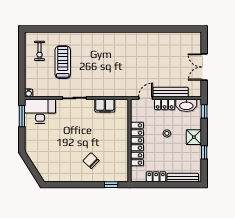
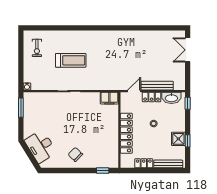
treadmill: (63, 62) -> (71, 60), moved, turned 90
double door: (204, 67) -> (188, 50), moved
filing cabinet: (105, 106) -> (109, 98), moved
desk: (40, 111) -> (41, 146), moved, turned -122
shower: (194, 137) -> (178, 139), moved
chair: (91, 161) -> (75, 154), moved

